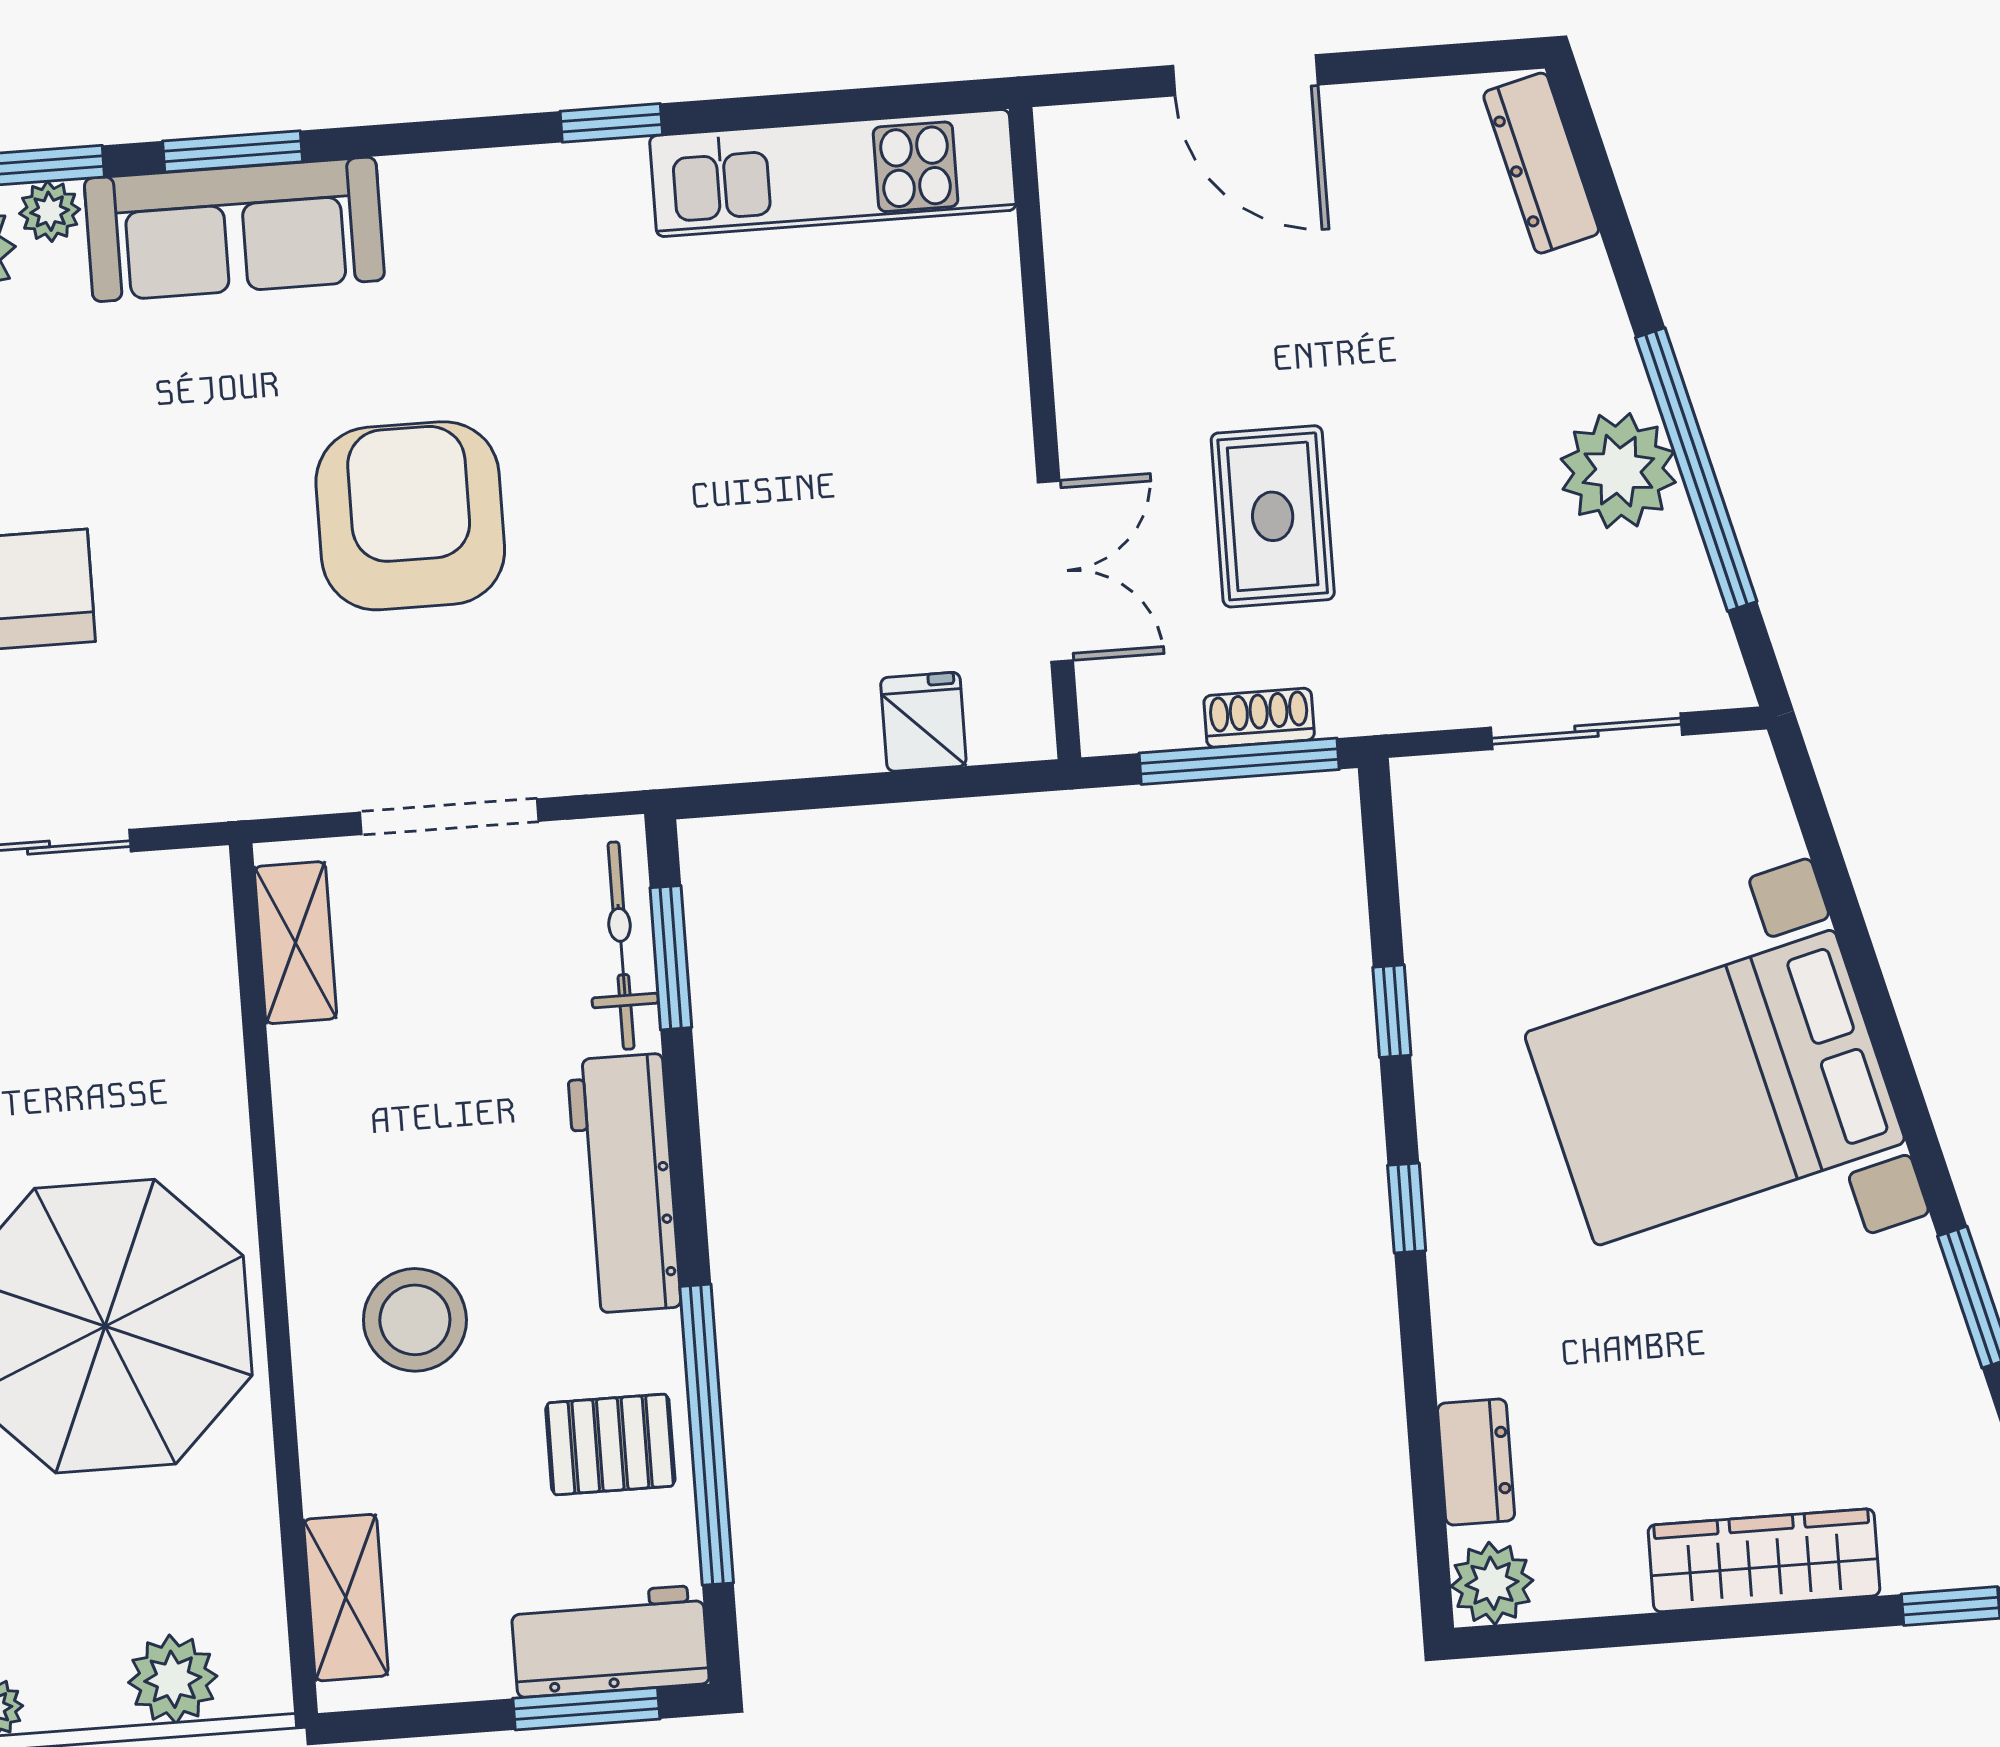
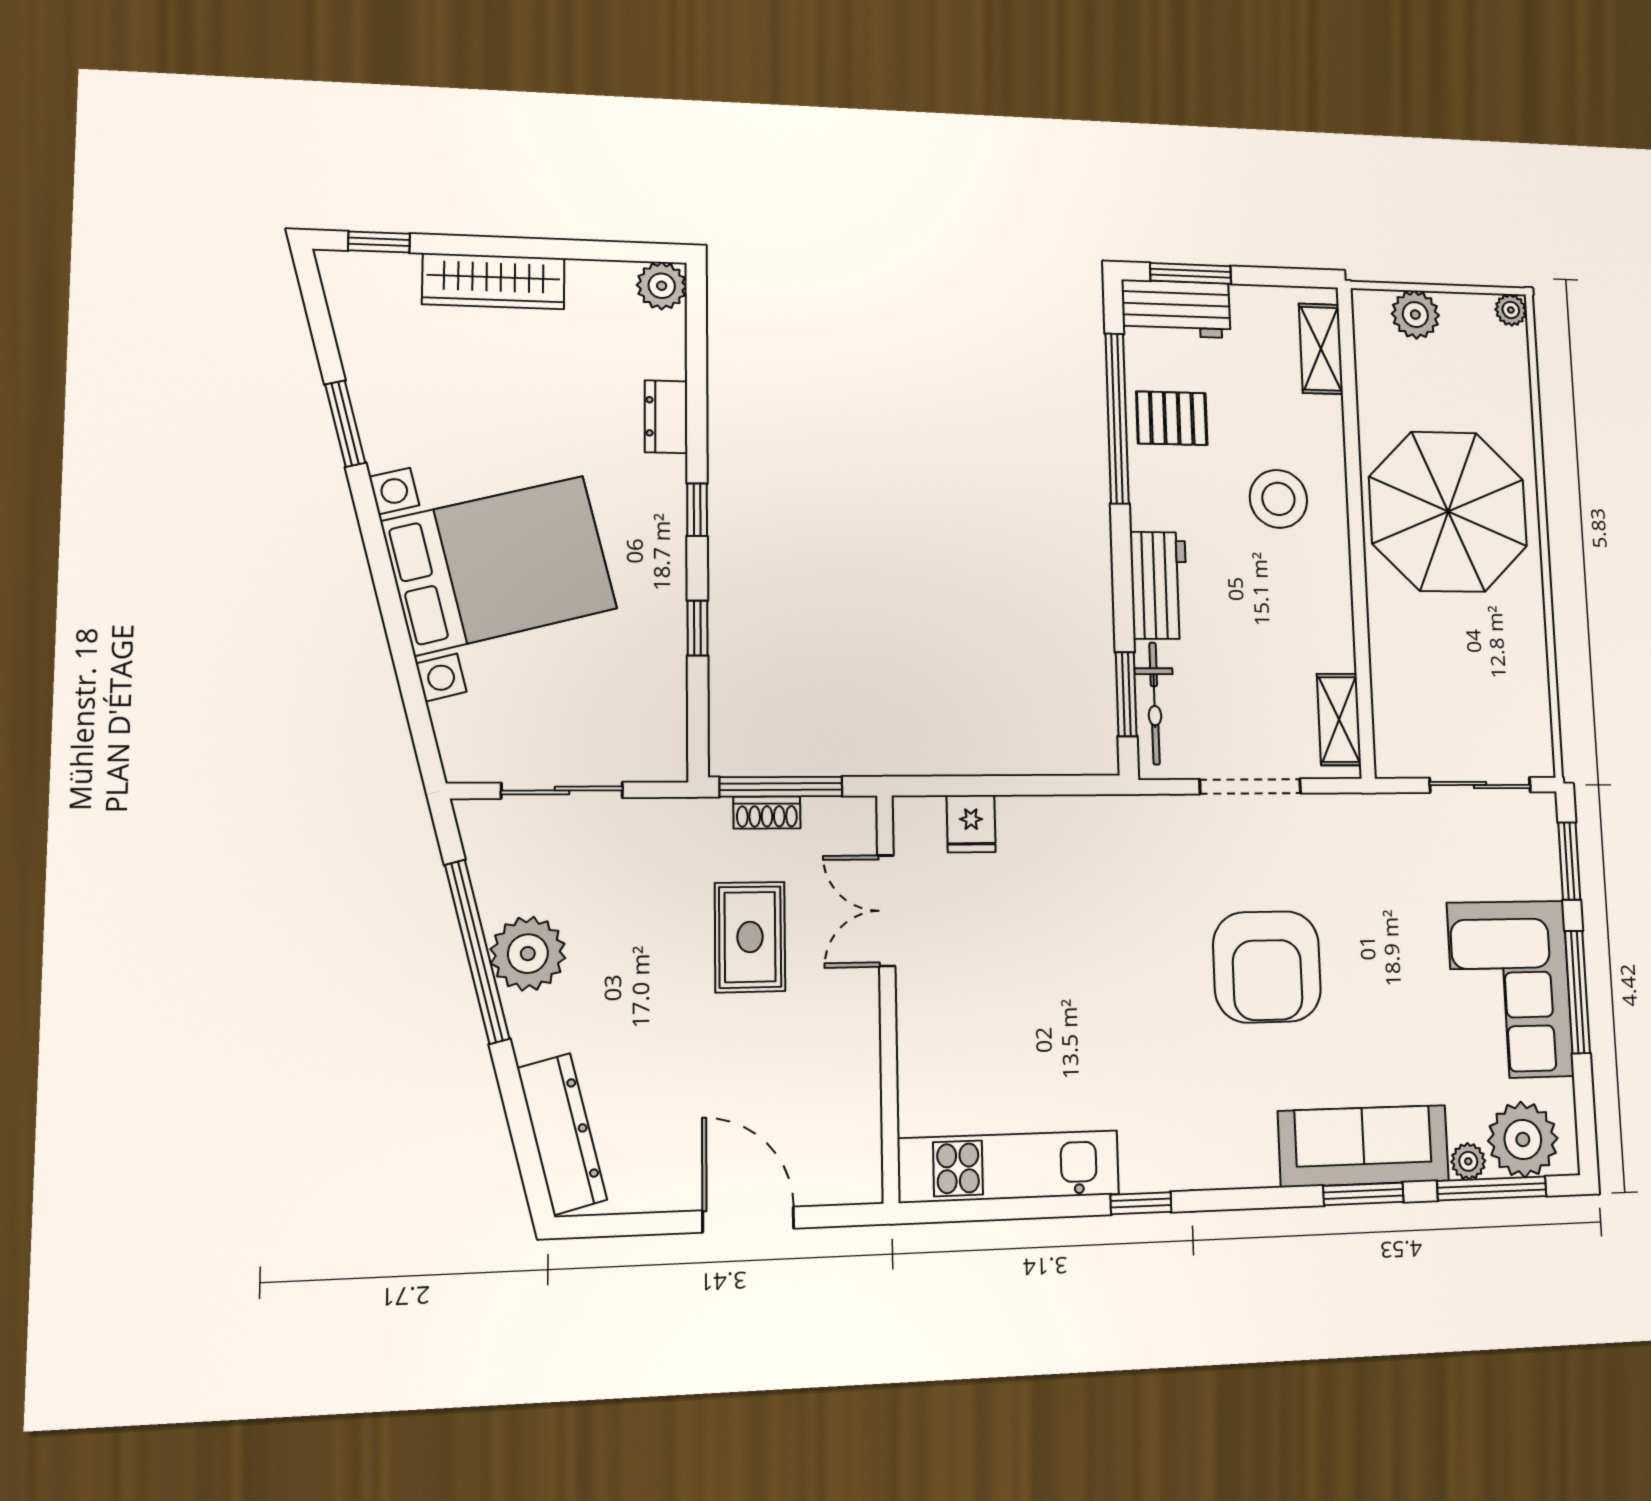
dresser: (1541, 163) -> (562, 1134), width x1.37, depth x1.24
workbench: (624, 1184) -> (1159, 585), width x0.73
dresser: (1476, 1462) -> (666, 417), moved

